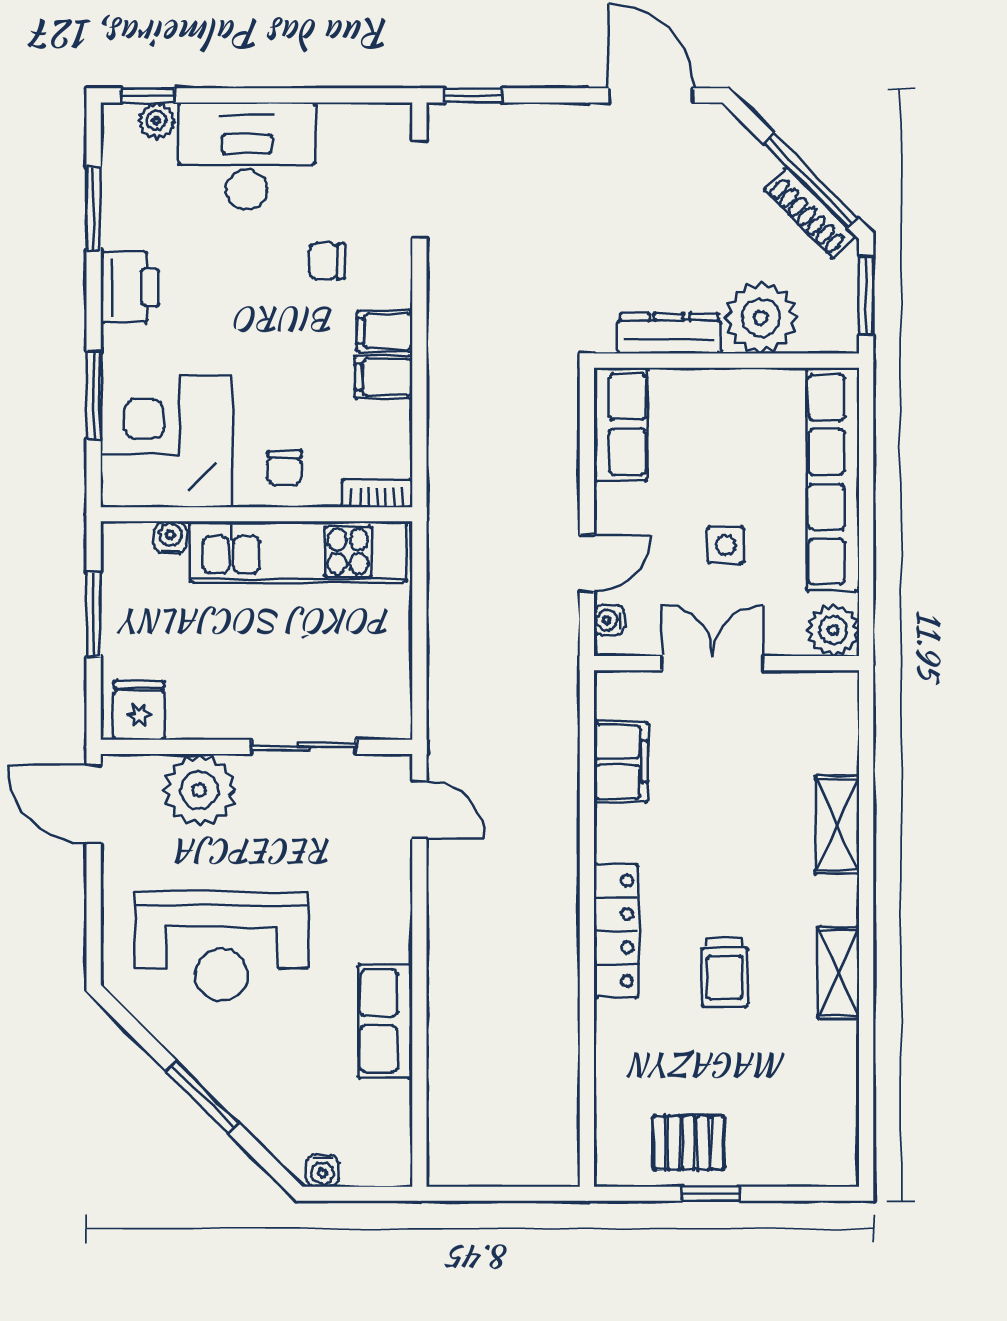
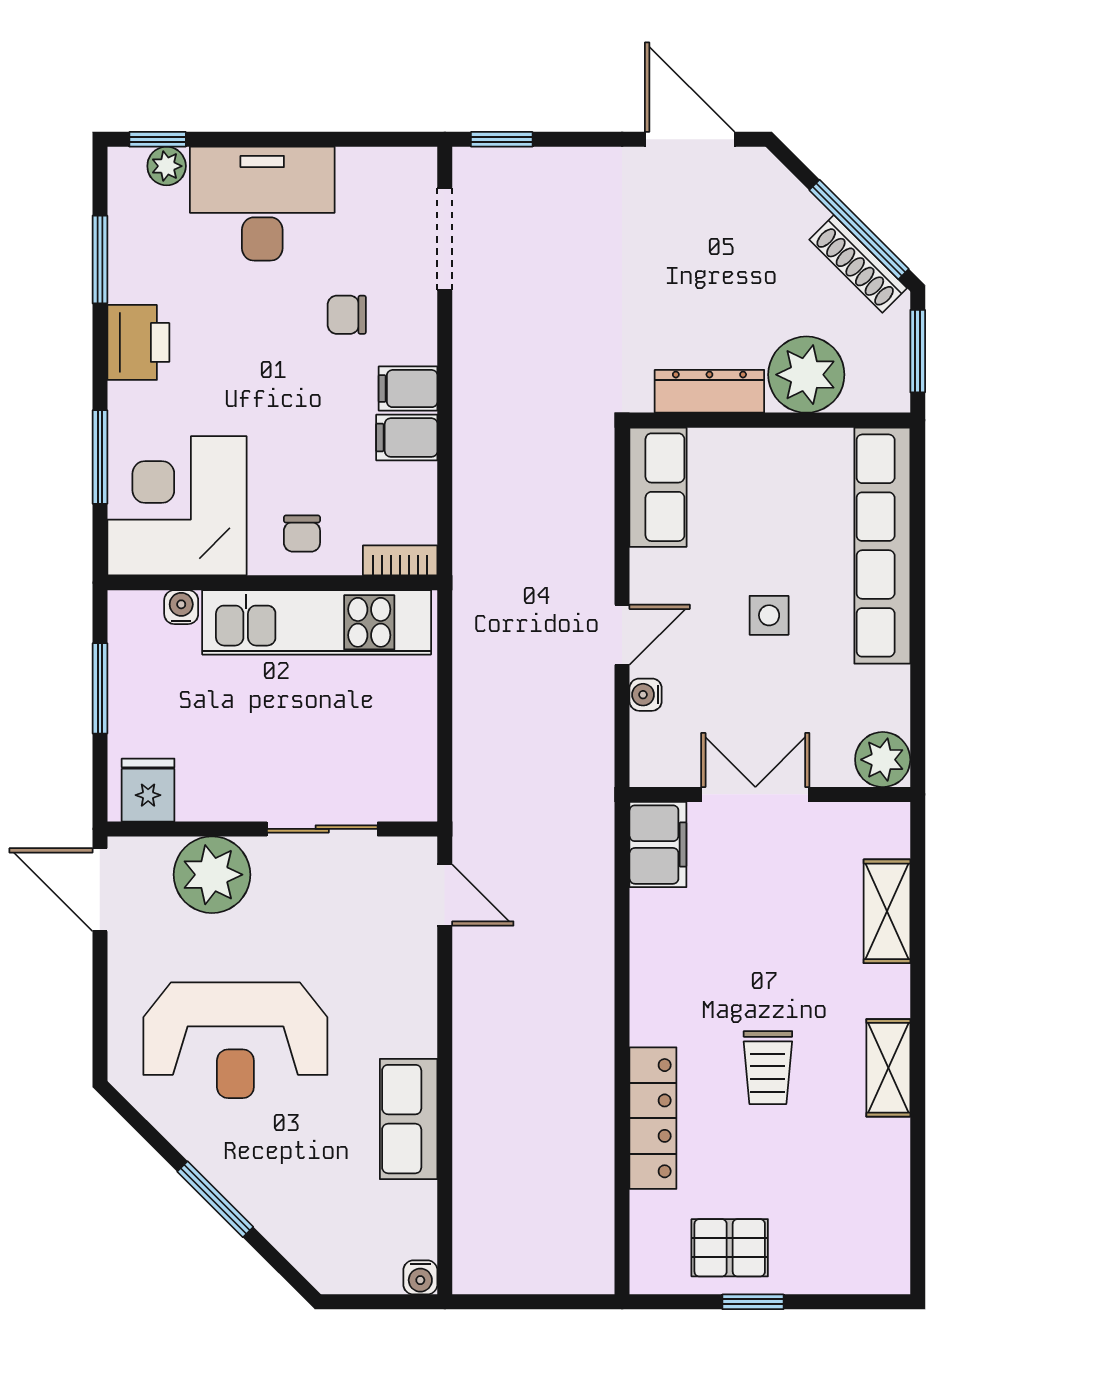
plant: (833, 630) -> (883, 760), moved
double door: (713, 663) -> (755, 794), moved
wall: (727, 663) -> (770, 794), moved
locker: (616, 931) -> (653, 1118), moved
water cooler: (322, 1171) -> (420, 1277), moved

